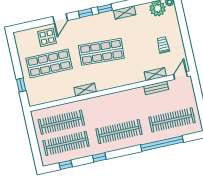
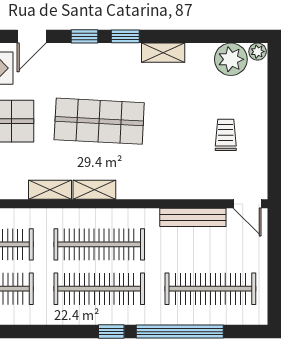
shelving: (155, 74) -> (94, 190), moved
door: (181, 76) -> (247, 204), swing flipped
bench: (156, 88) -> (193, 217), width x1.36
clothes rail: (114, 111) -> (99, 244), added
window: (99, 157) -> (111, 332), moved

